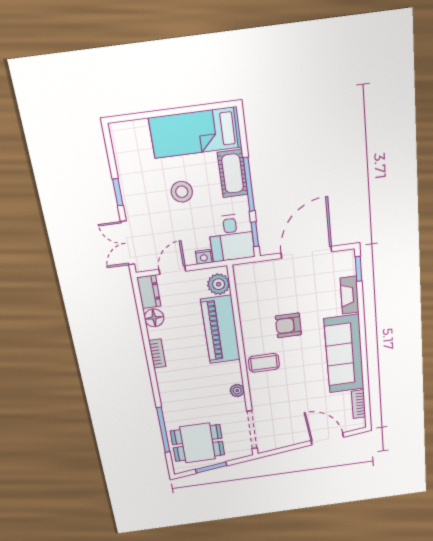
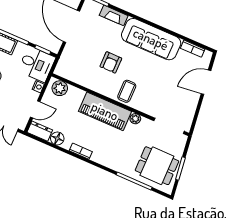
door: (172, 270) -> (35, 109), swing flipped
piano: (221, 330) -> (105, 111), moved
dining table: (198, 443) -> (157, 166), turned 90

